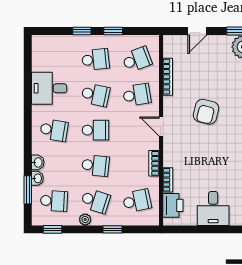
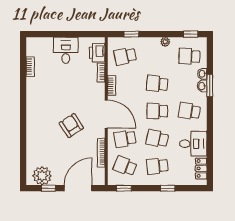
window: (113, 31) -> (124, 188), moved
door: (197, 31) -> (78, 188), width x1.87
locker: (39, 56) -> (201, 168), added
school desk: (137, 59) -> (125, 166), turned 42
armchair: (206, 112) -> (71, 125), turned -47
door: (161, 126) -> (106, 114), width x1.87
window: (28, 190) -> (210, 86), moved
school desk: (95, 201) -> (157, 56), removed
window: (113, 229) -> (131, 34), moved

